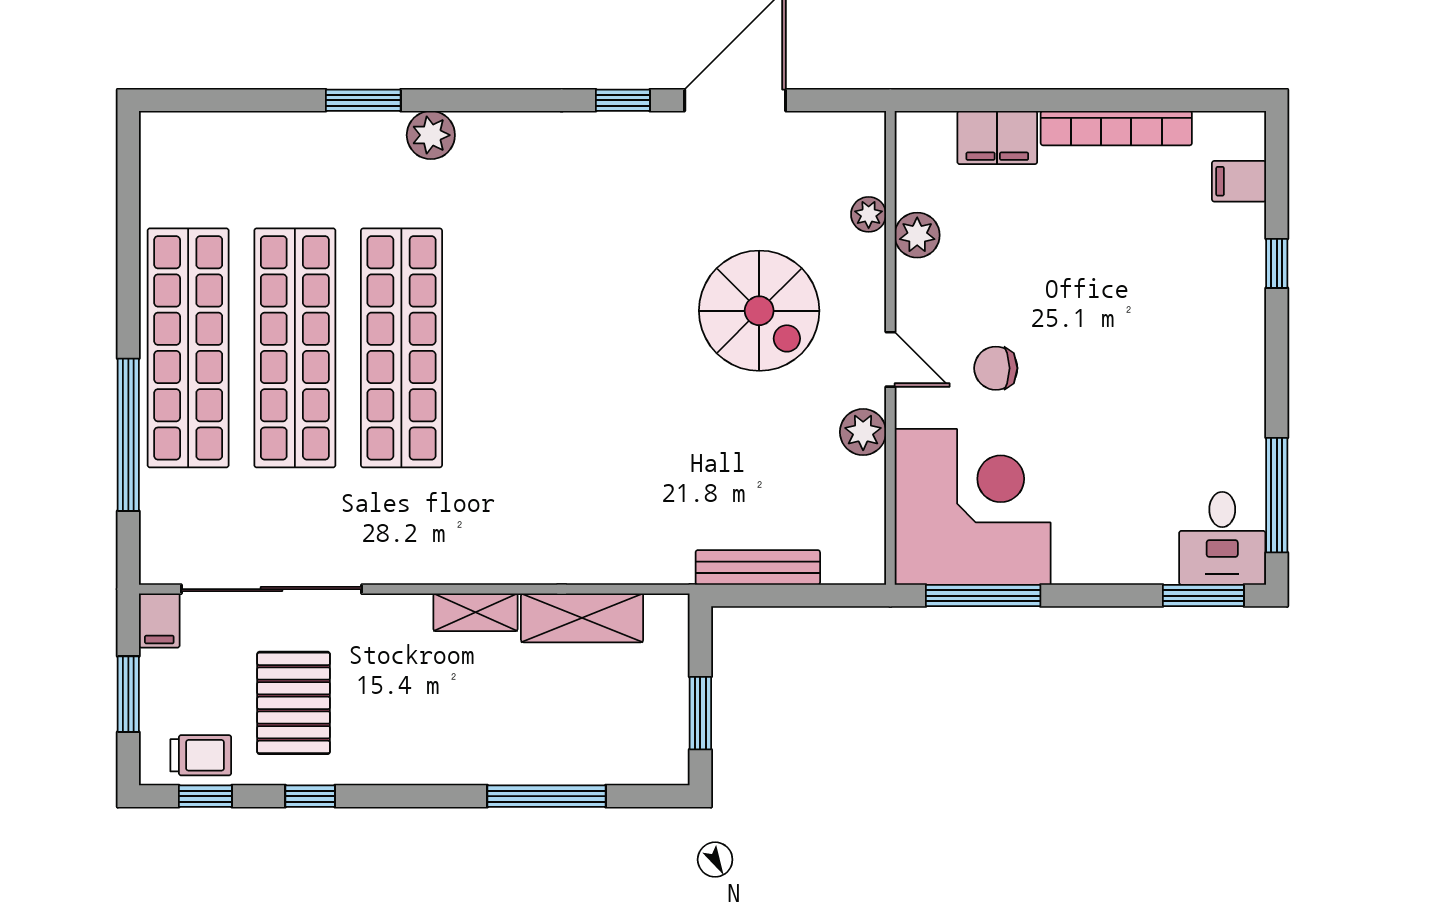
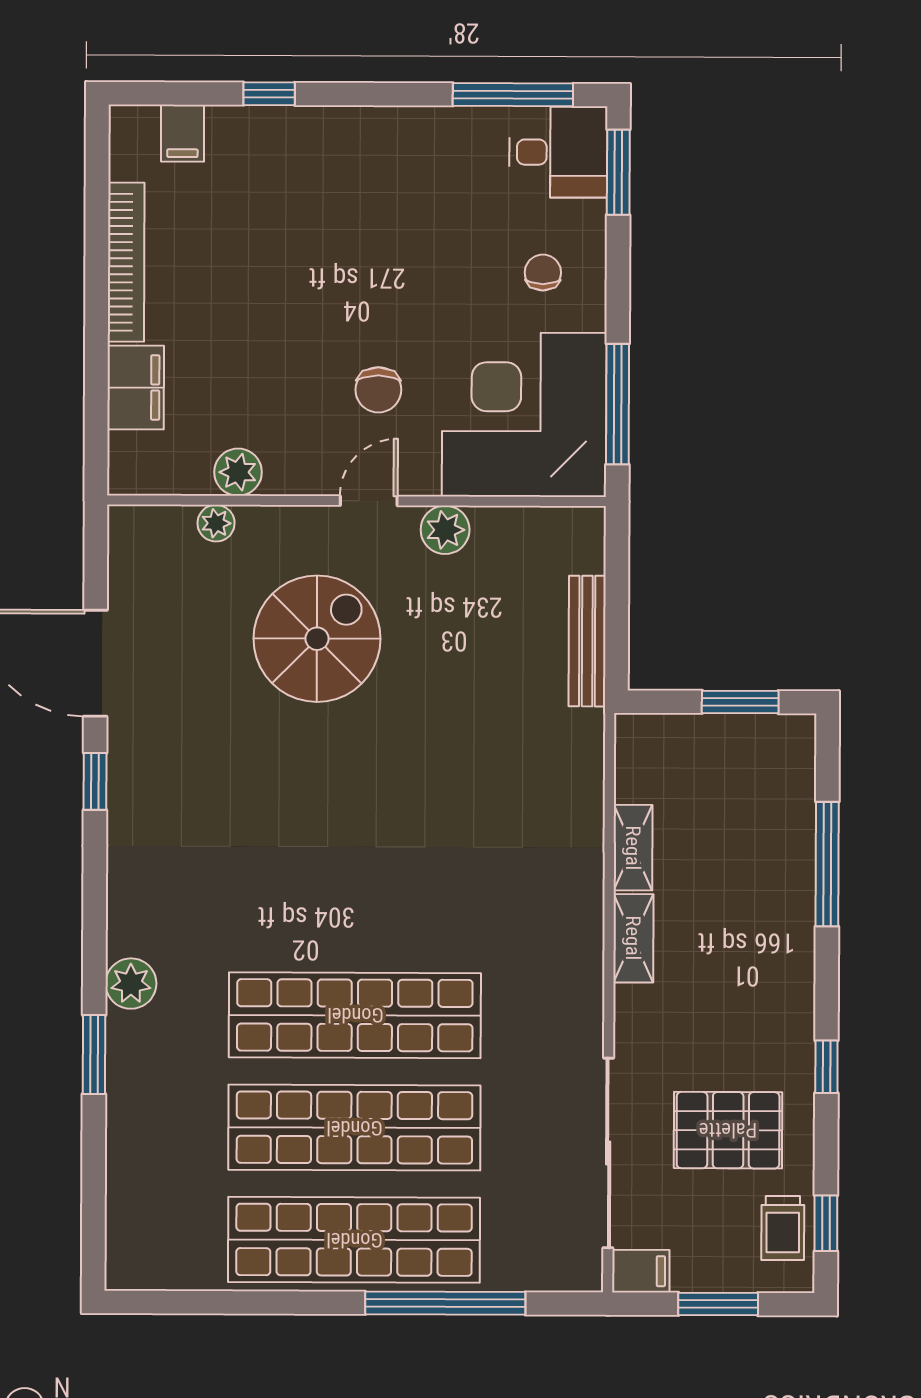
chair: (1108, 524) -> (543, 272), added
shelving: (582, 618) -> (633, 848), width x0.67, depth x0.75
trolley: (201, 755) -> (783, 1228), turned 180
window: (310, 796) -> (826, 1067), moved

